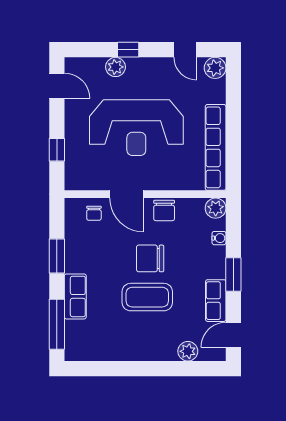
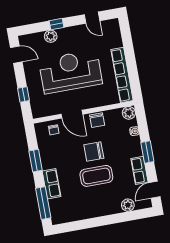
plant: (215, 68) -> (113, 26), removed
reception desk: (136, 128) -> (70, 72), turned 180

